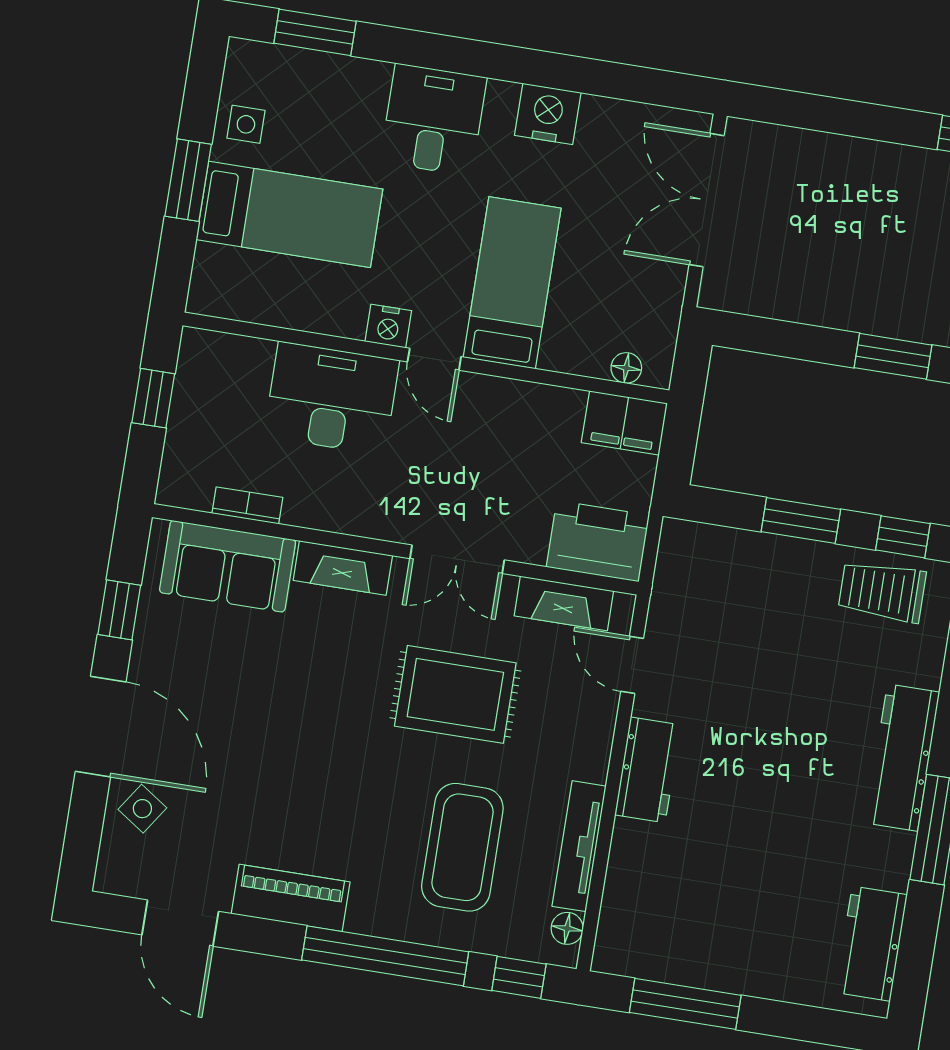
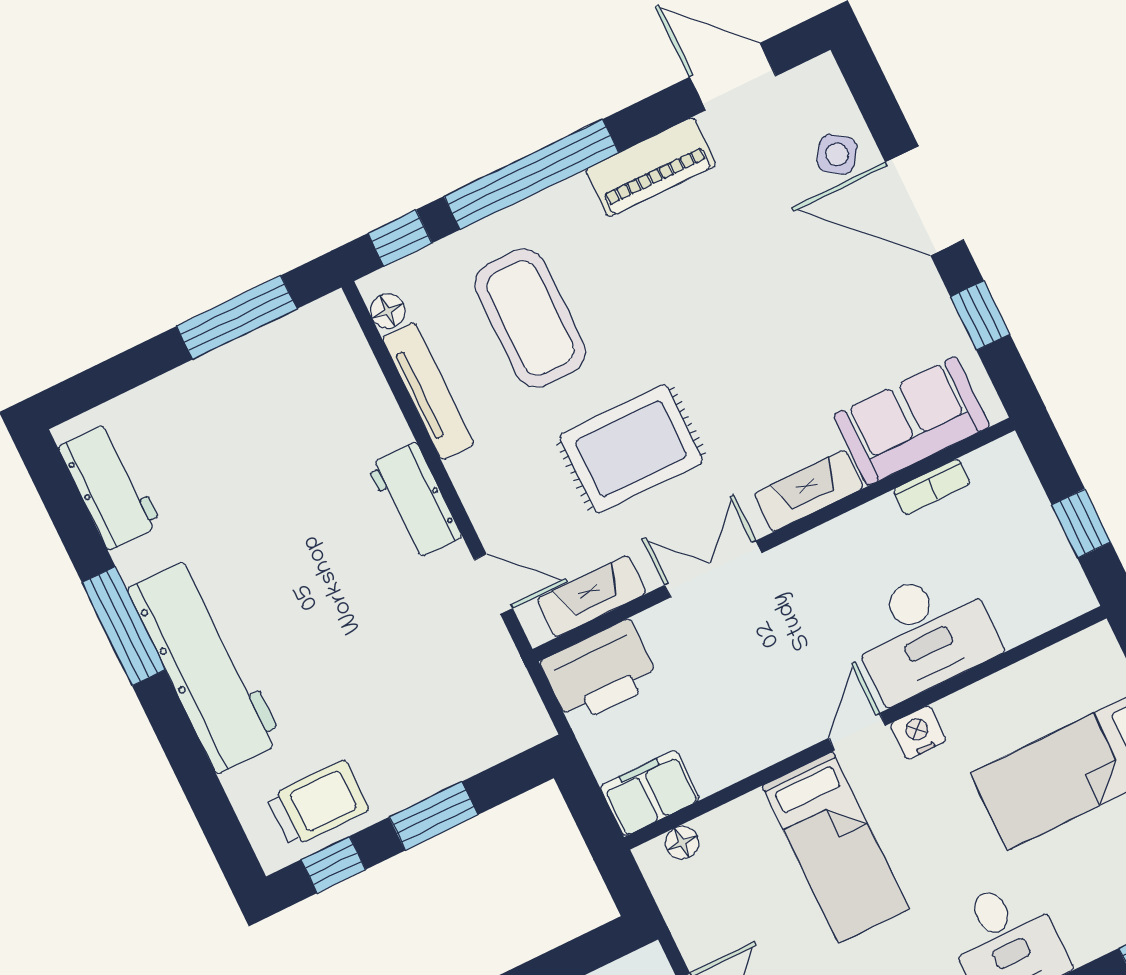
door: (434, 359) -> (857, 732), hinge flipped
workbench: (903, 758) -> (205, 665), width x1.36, depth x1.32

